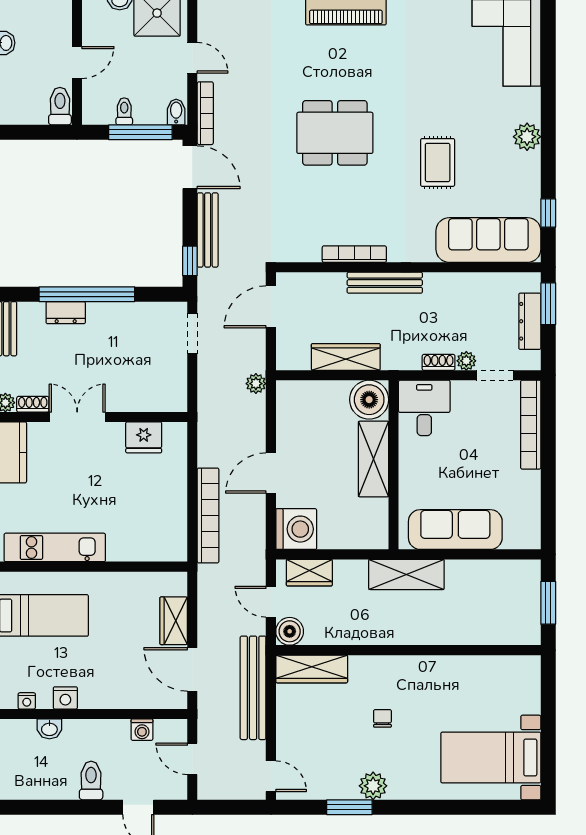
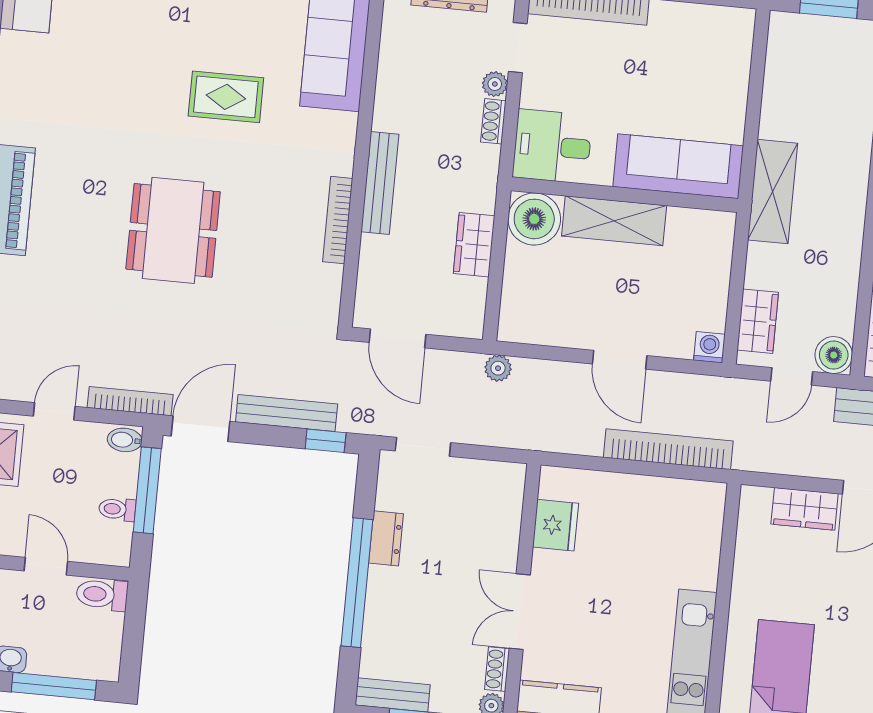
dresser: (66, 313) -> (386, 538), moved
wardrobe: (346, 357) -> (474, 245), width x0.67
washing machine: (296, 529) -> (709, 347), width x0.53, depth x0.53
sofa: (455, 530) -> (678, 166), moved, turned 90

